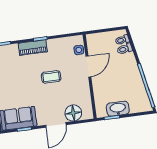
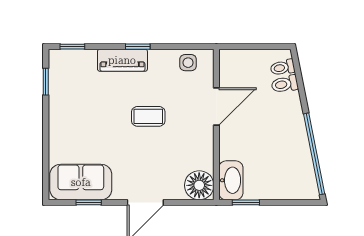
side table: (79, 50) -> (188, 63), moved
washbasin: (118, 109) -> (231, 180), moved, turned 90
floor lamp: (73, 113) -> (199, 185), moved

